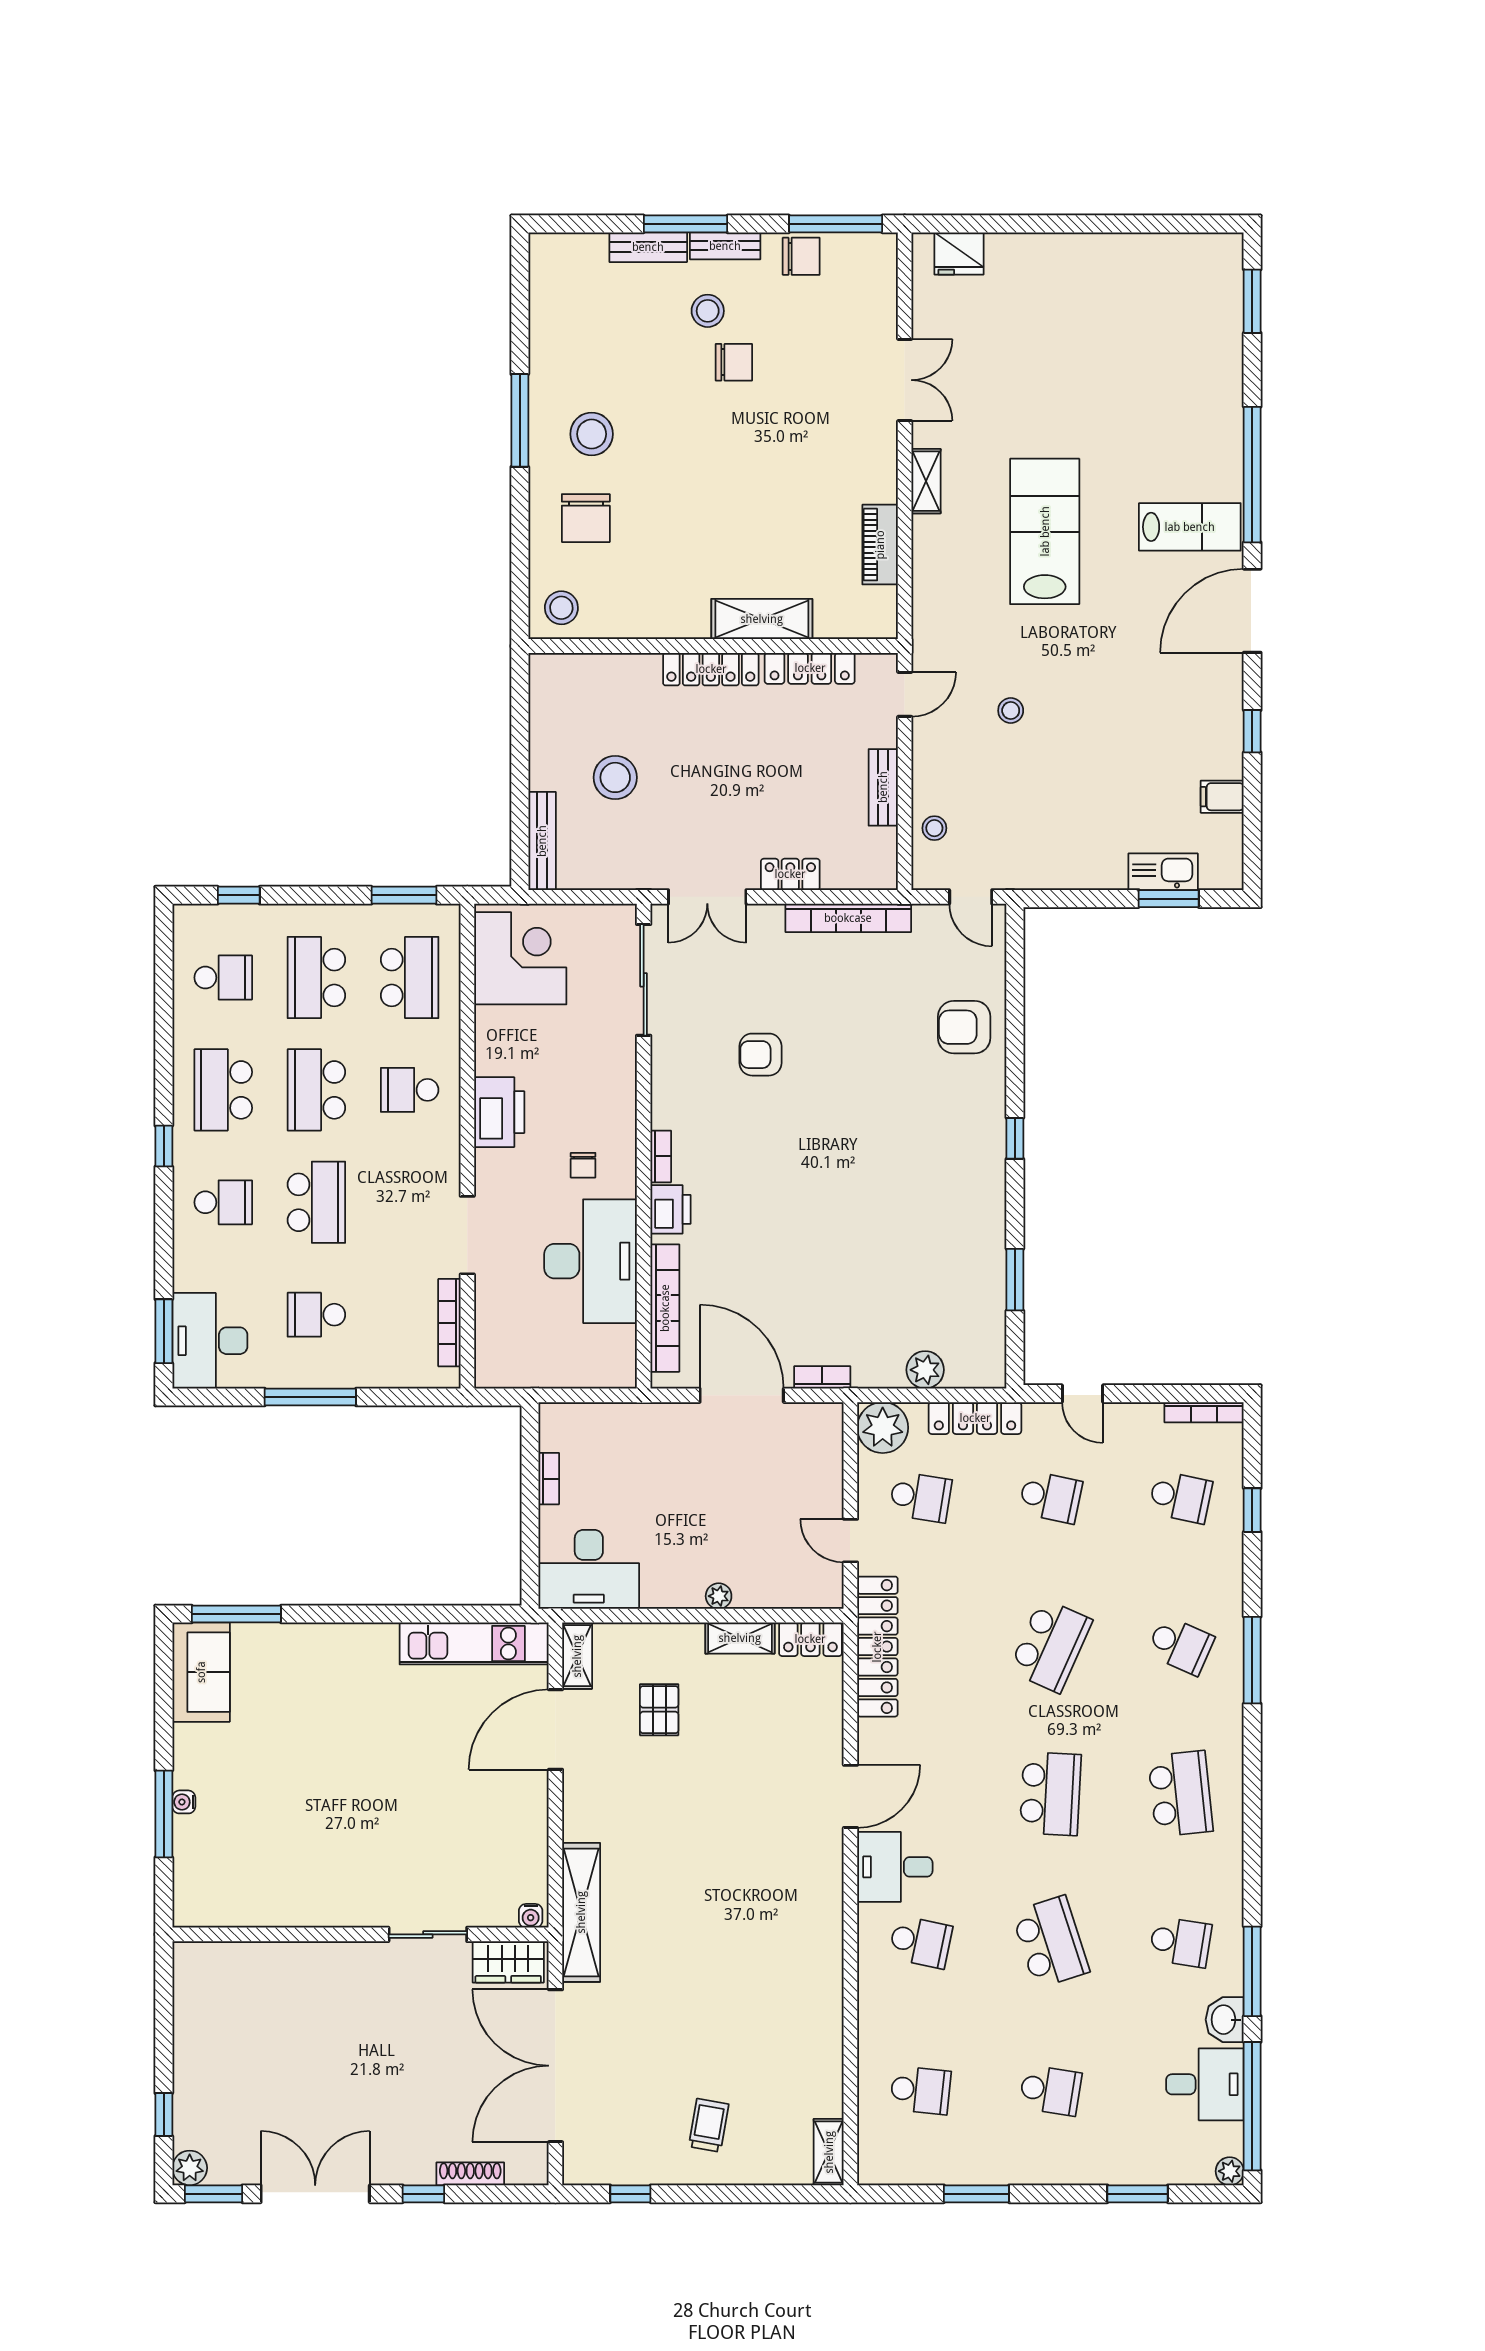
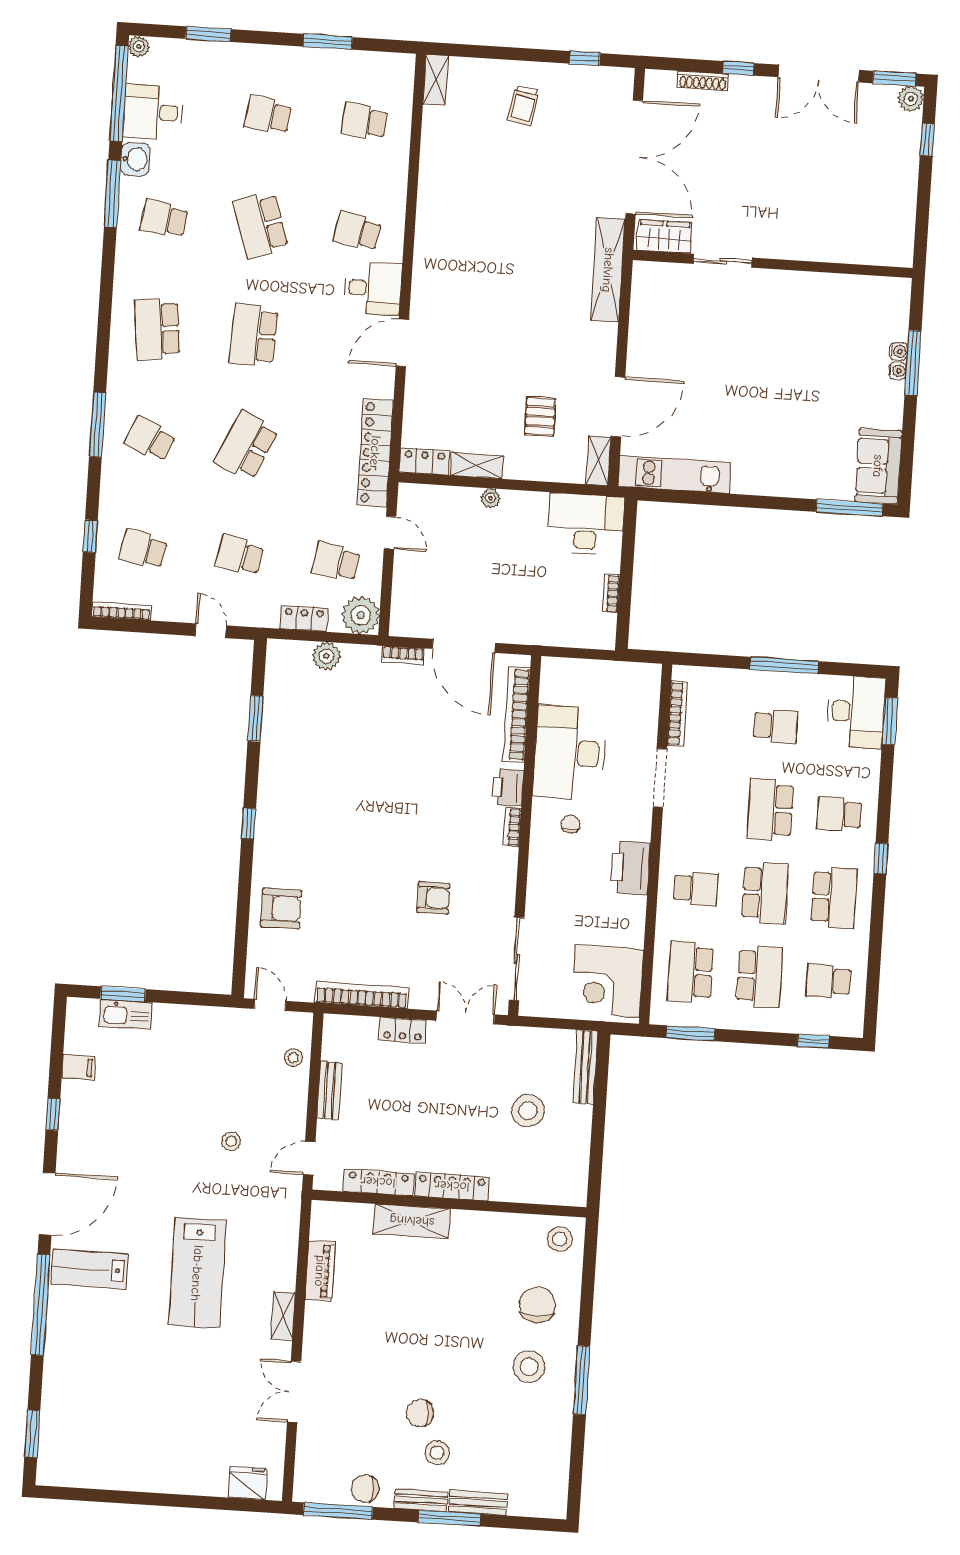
locker: (975, 1418) -> (304, 619), width x0.66
water cooler: (531, 1916) -> (898, 351), moved, turned 90

